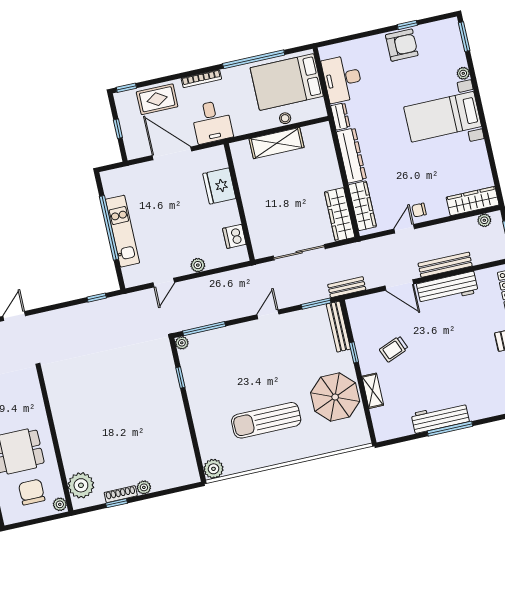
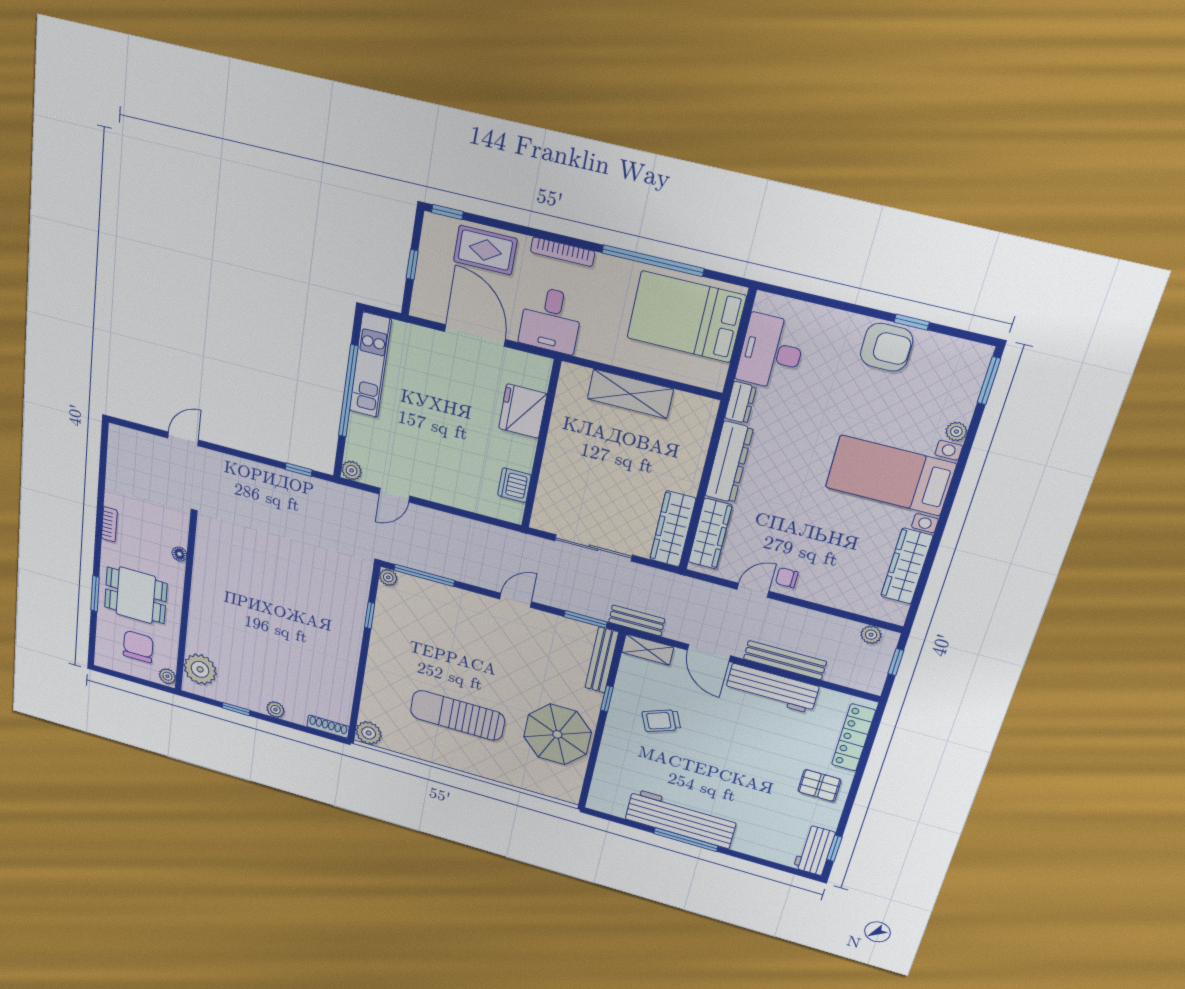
stool: (285, 118) -> (659, 366), removed
wardrobe: (473, 201) -> (907, 566), moved, turned -90
kitchen unit: (122, 231) -> (370, 365), moved
plant: (198, 265) -> (352, 470), moved
shelving: (373, 391) -> (648, 650), moved, turned 90
floor lamp: (38, 402) -> (179, 554), added
workbench: (440, 418) -> (681, 819), width x1.36, depth x1.32
shoe rack: (121, 494) -> (328, 727), moved

